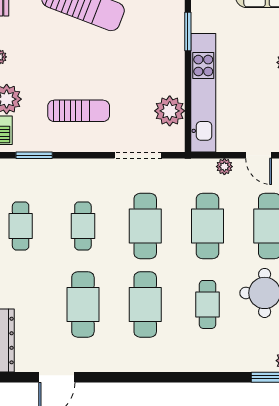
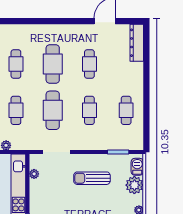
plant: (170, 111) -> (34, 174), width x0.53, depth x0.53
cafe table: (207, 226) -> (16, 110), width x0.73, depth x0.74
cafe table: (83, 304) -> (89, 64), width x0.73, depth x0.74

